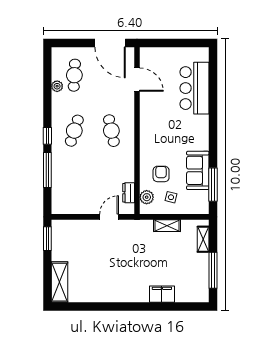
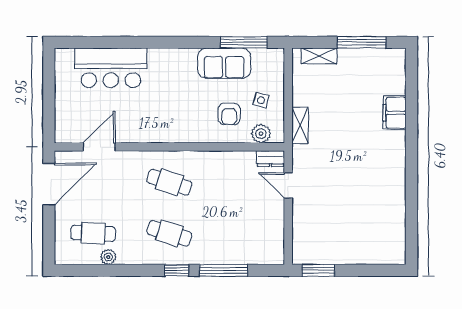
cafe table: (111, 131) -> (169, 182), turned 30
armchair: (161, 174) -> (229, 114), turned -90
dresser: (129, 193) -> (270, 159), moved
shelving: (167, 226) -> (300, 125), moved
shelving: (60, 282) -> (378, 254), removed

